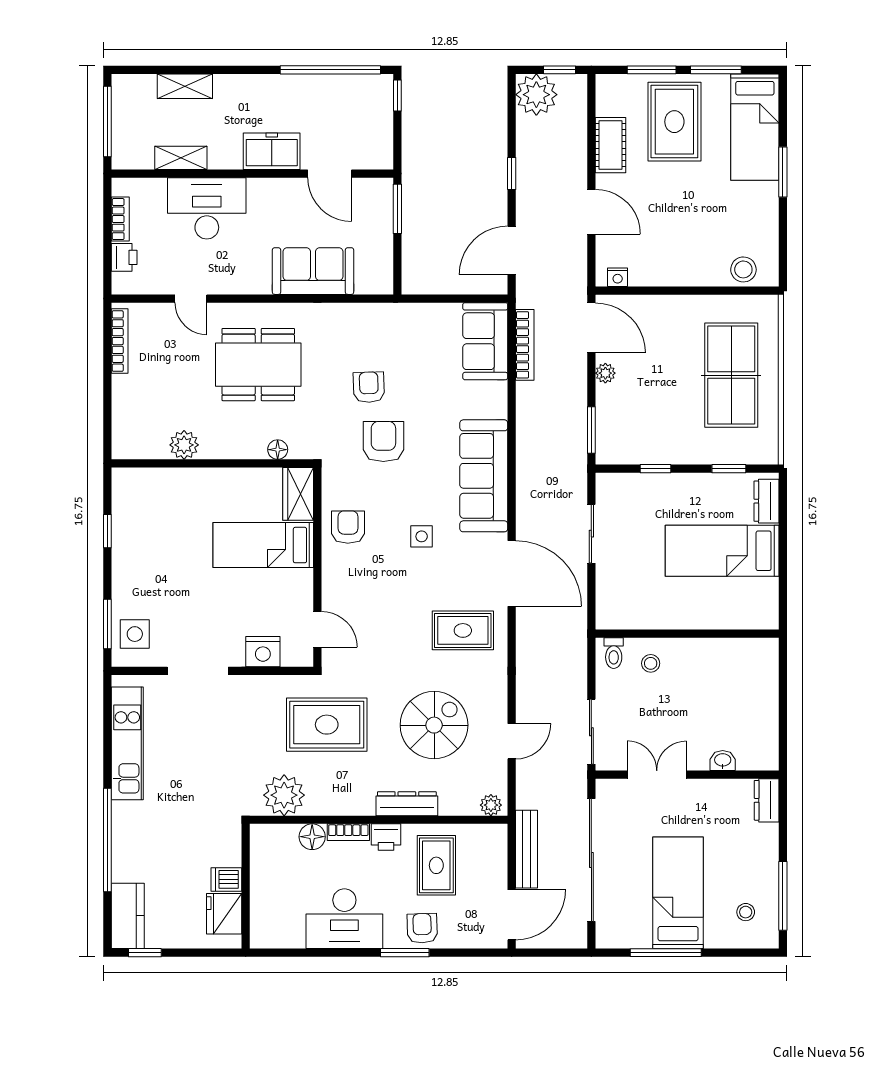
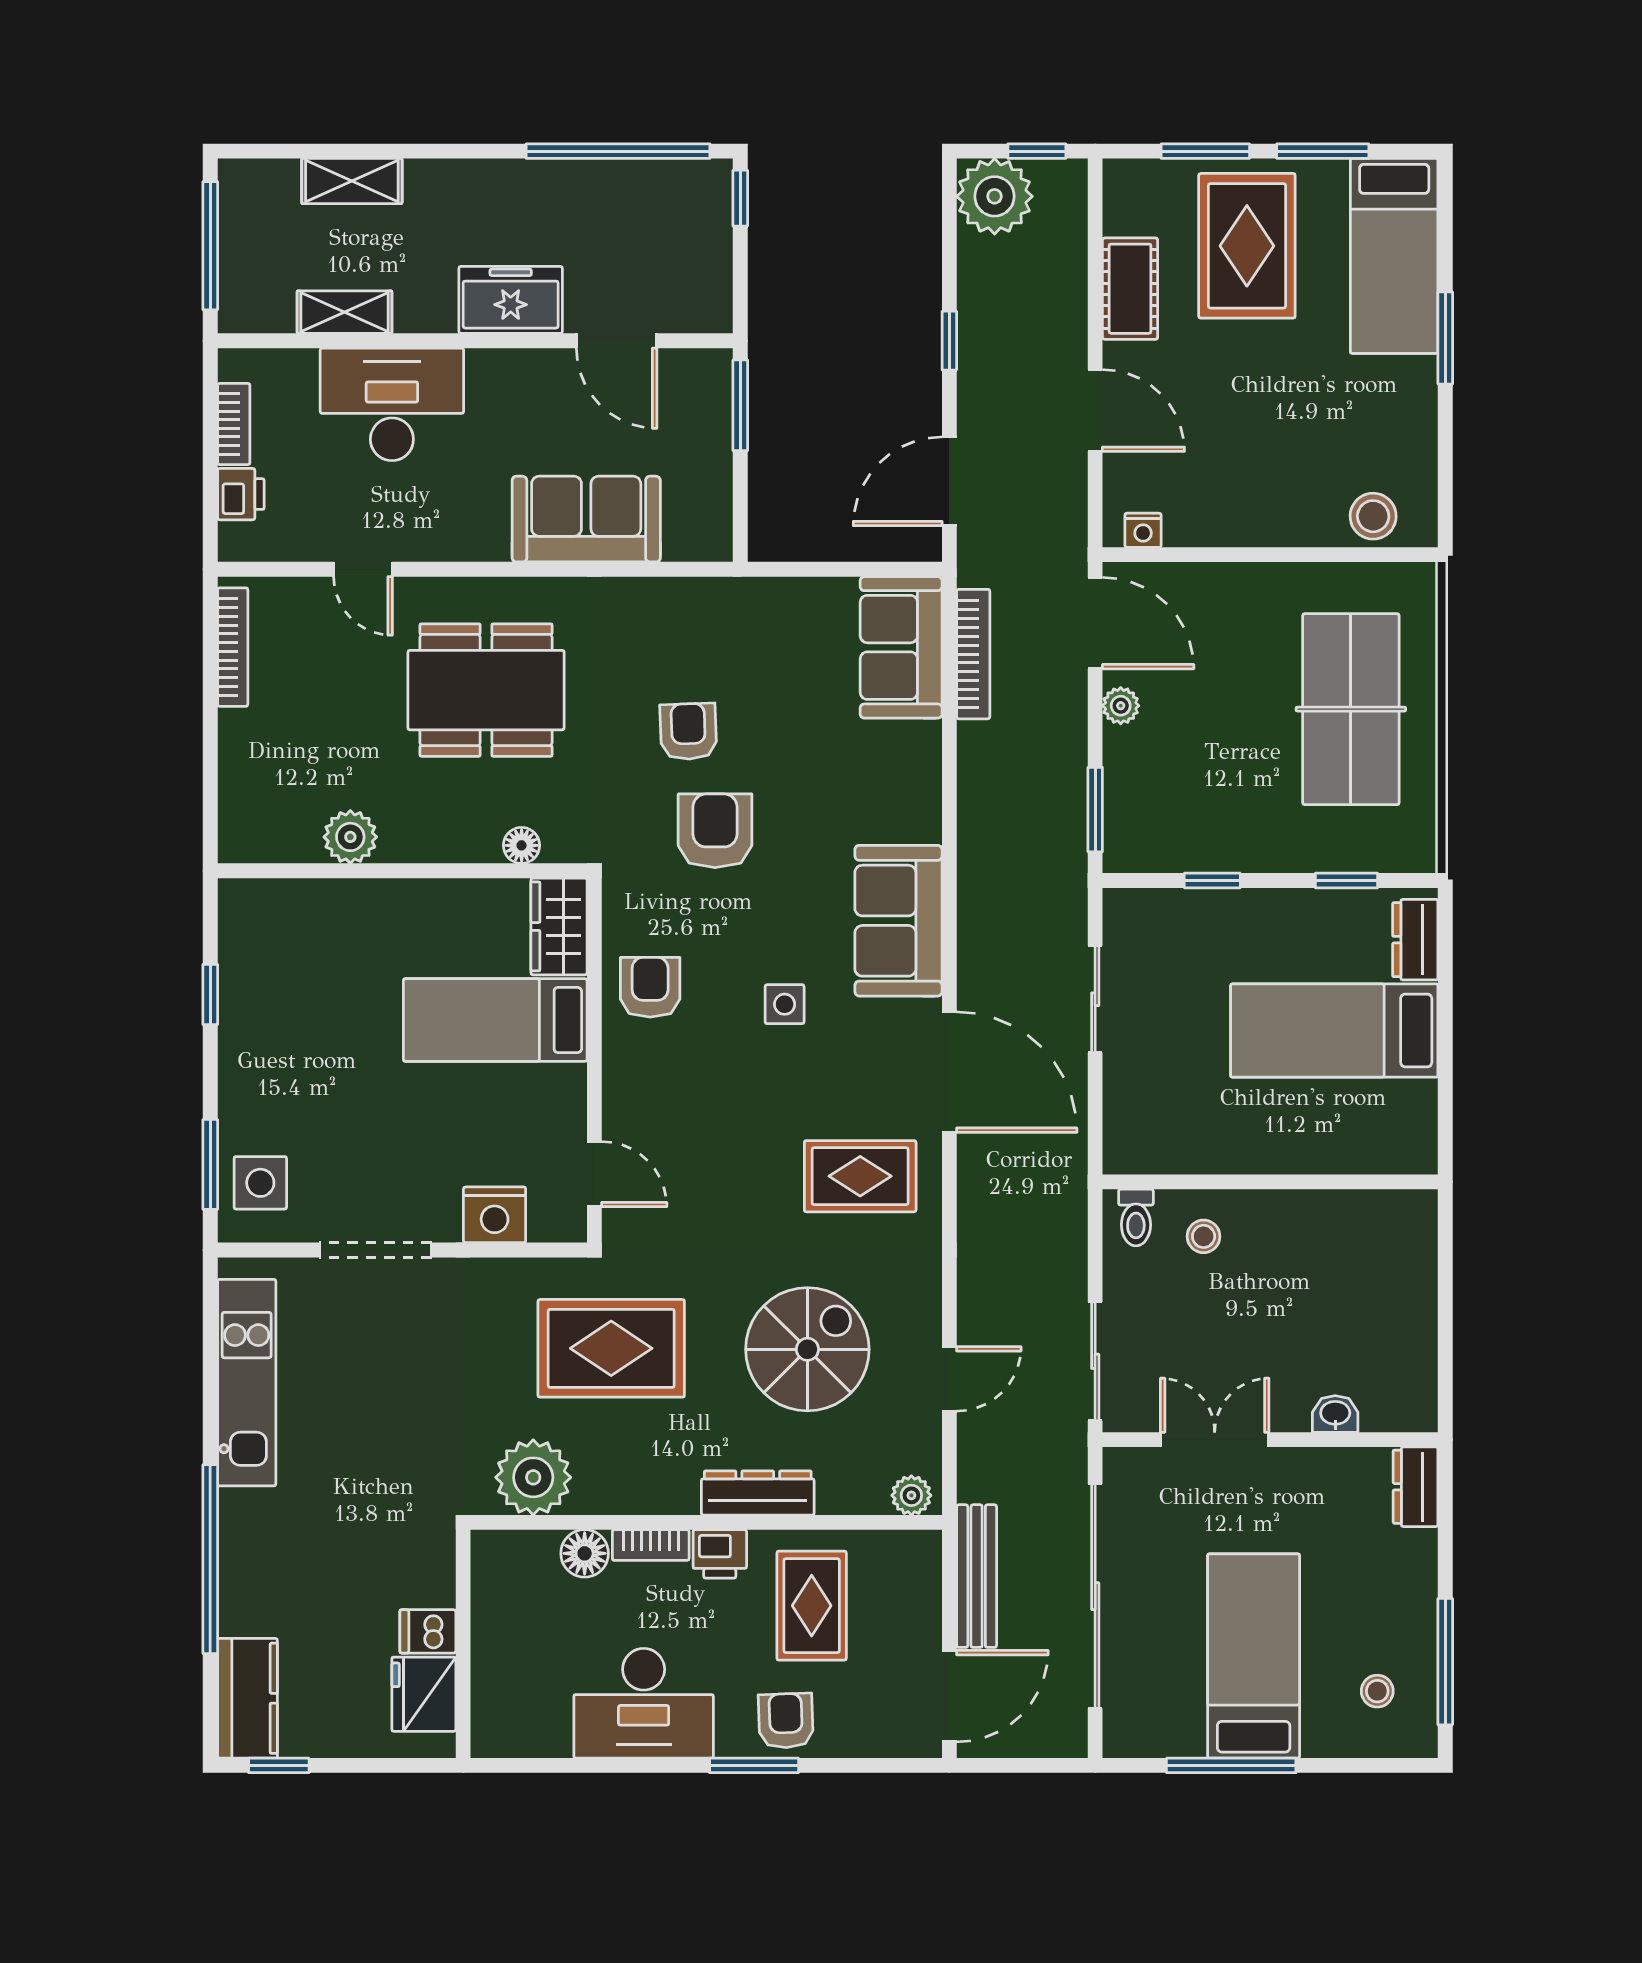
sofa: (484, 476) -> (898, 921), width x0.73

